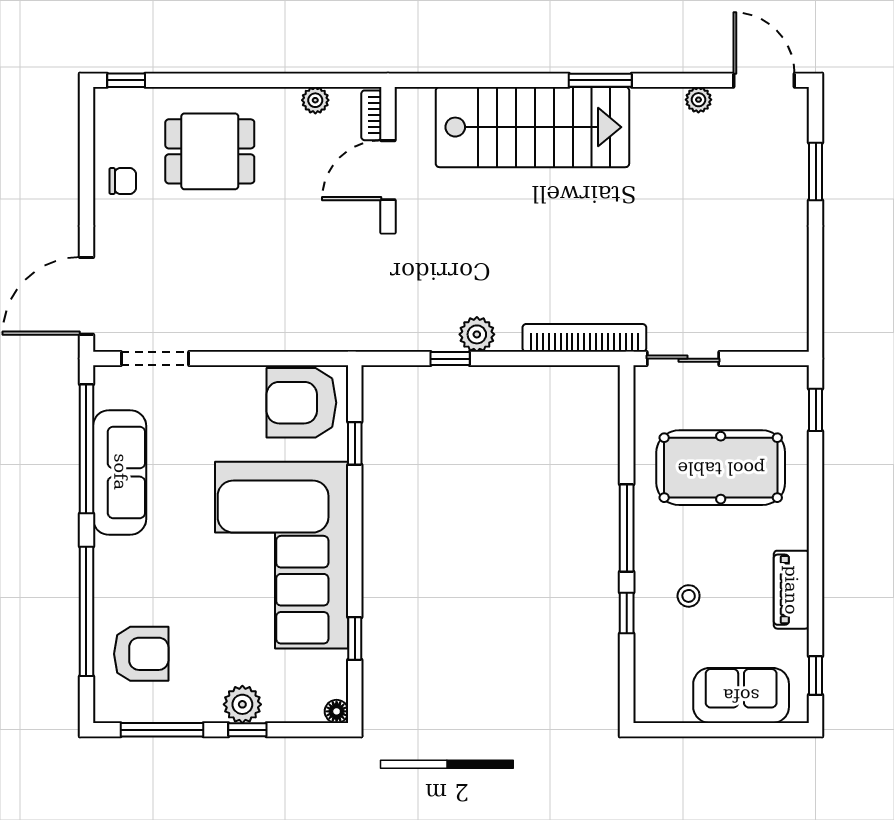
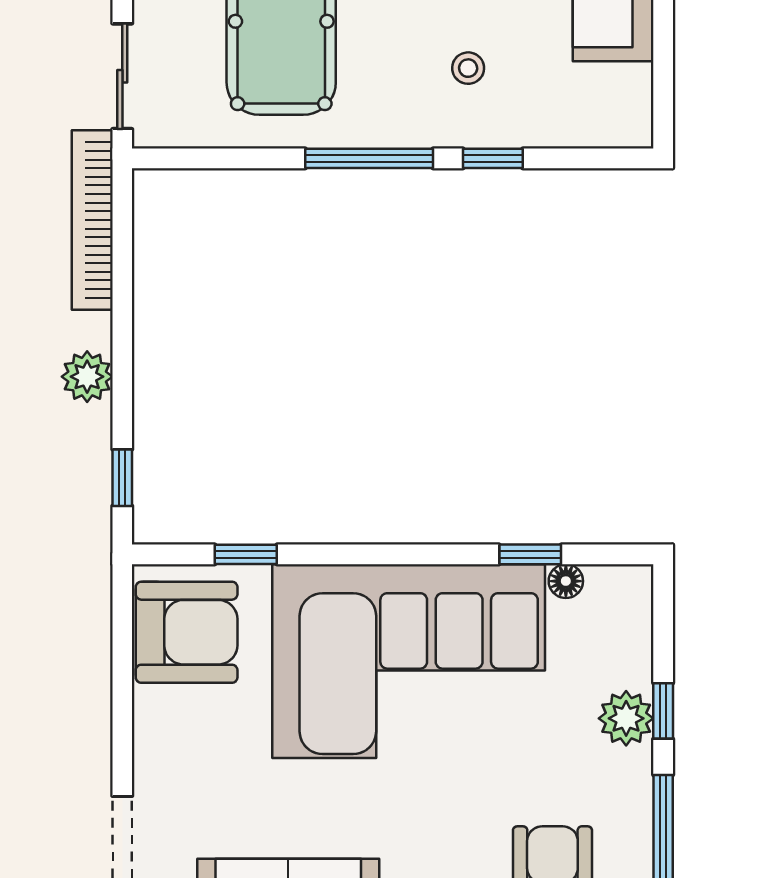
window: (450, 359) -> (122, 478), moved
armchair: (301, 403) -> (187, 632), turned -90
floor lamp: (337, 711) -> (566, 581), moved

